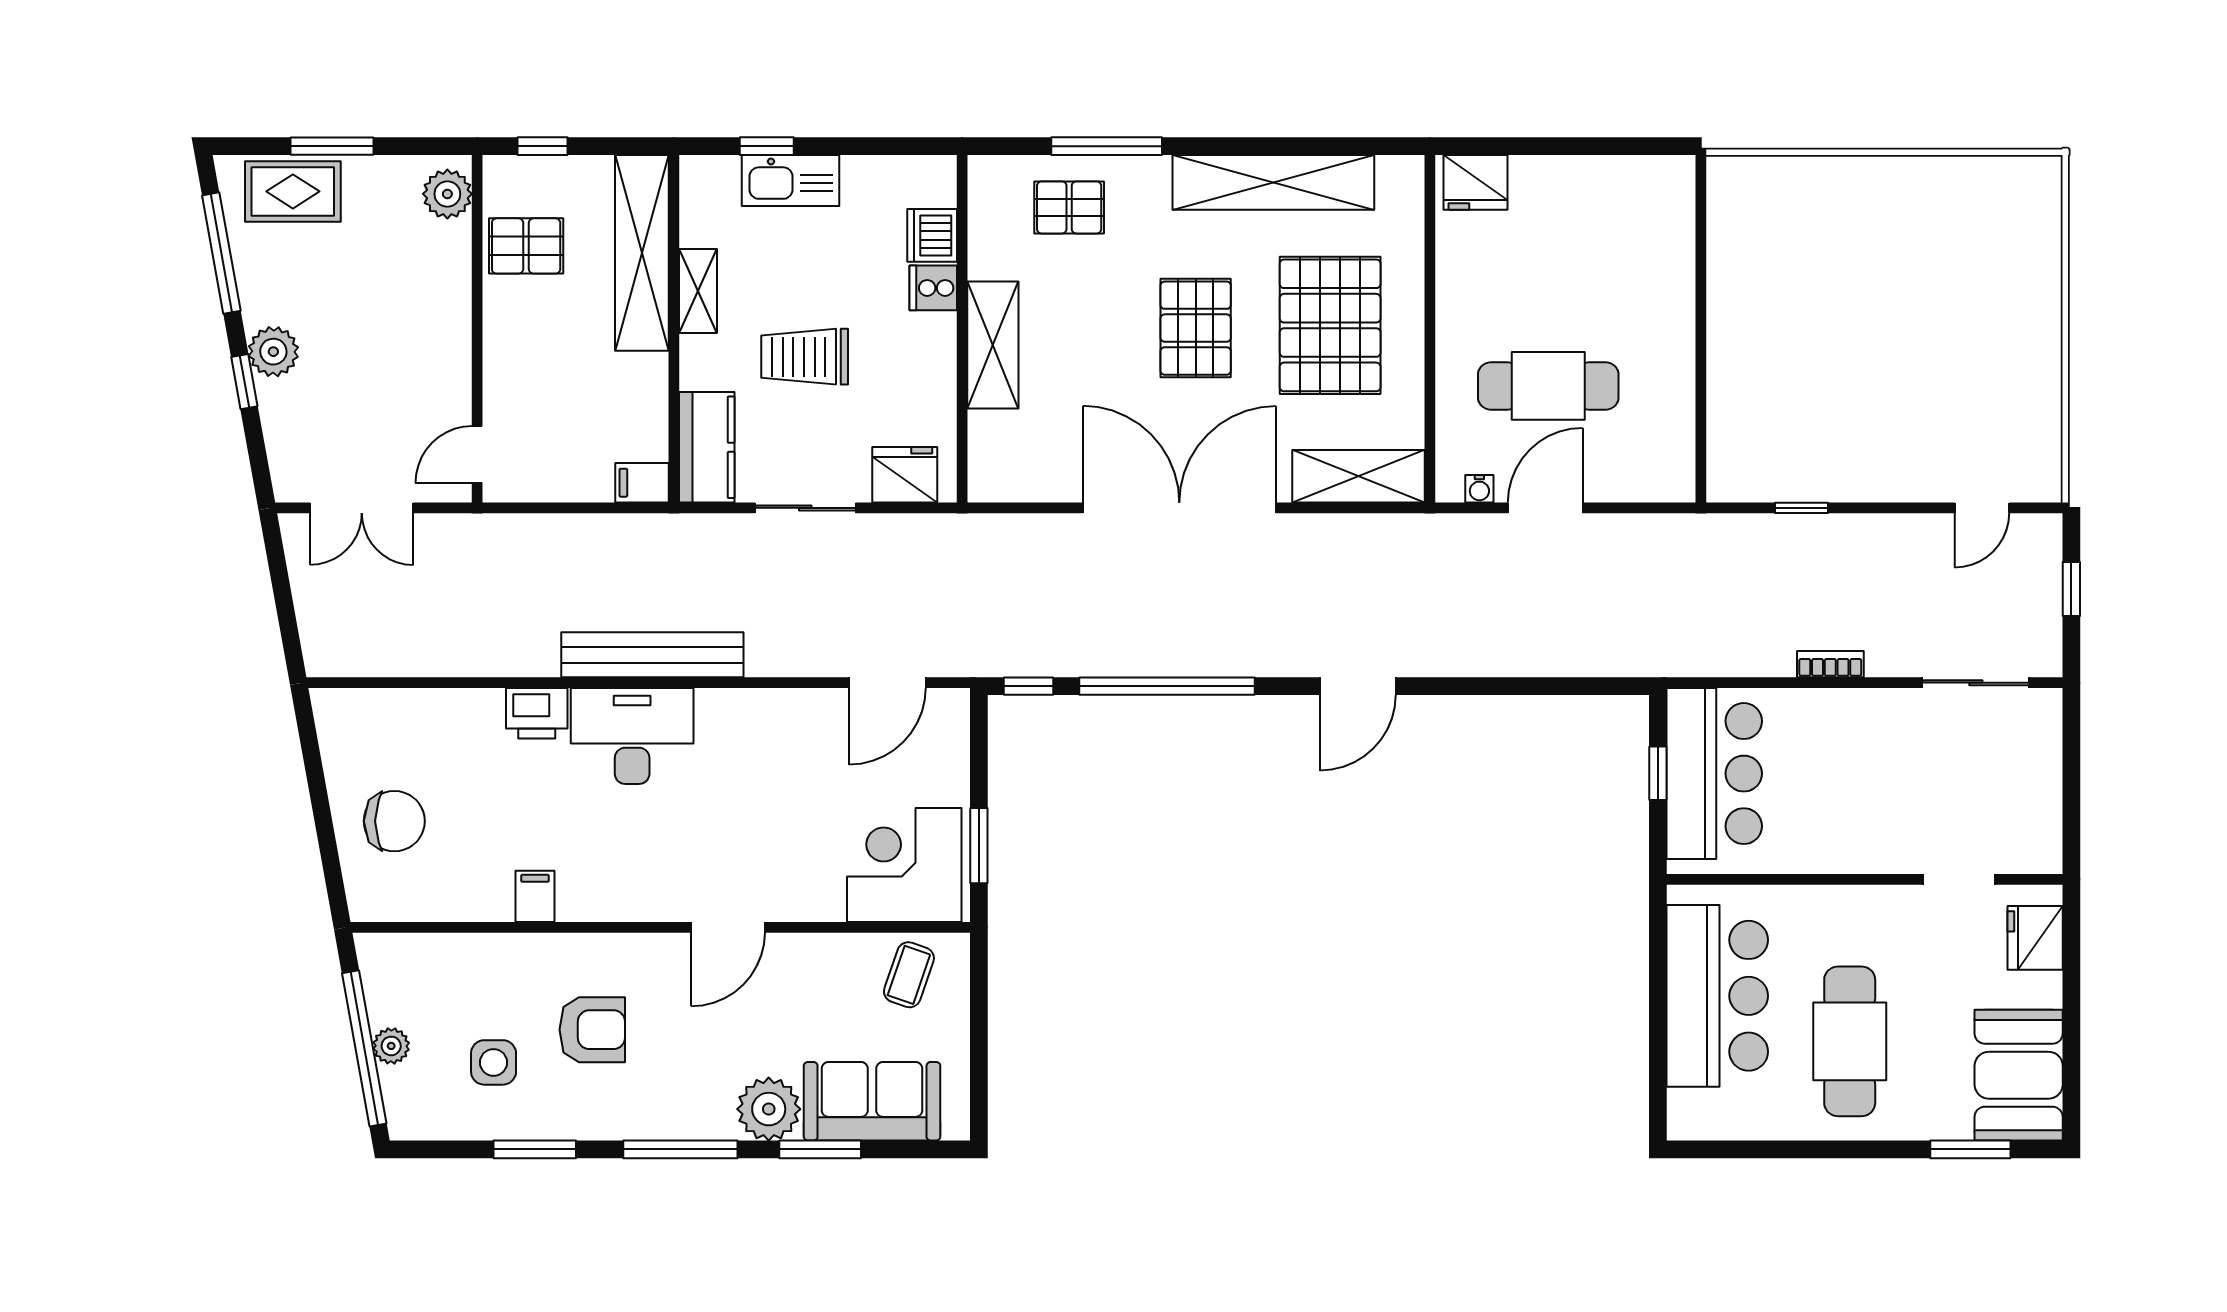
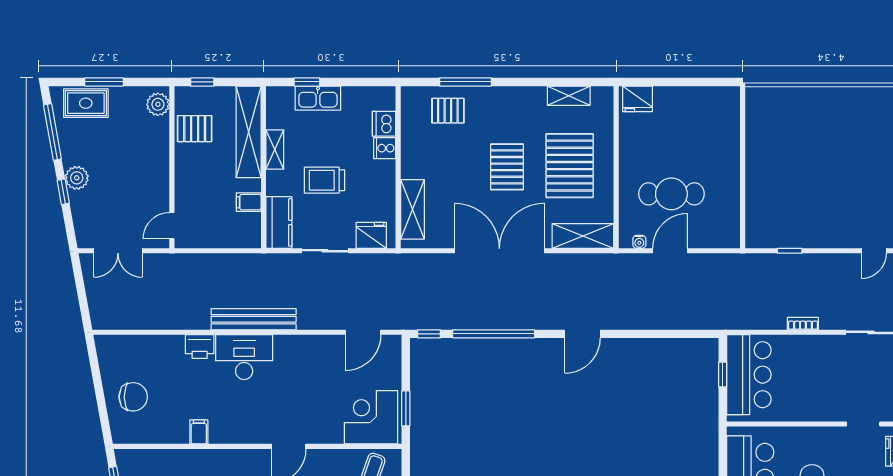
shelving: (1273, 182) -> (569, 96), width x0.45, depth x0.75
shelving: (993, 345) -> (412, 209), moved
filing cabinet: (642, 483) -> (249, 202), moved

